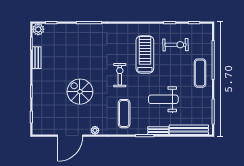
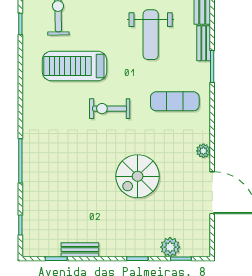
plant: (38, 29) -> (170, 247), moved

